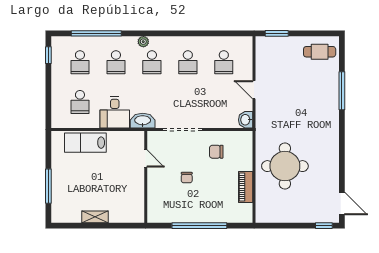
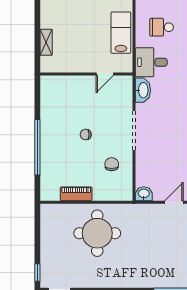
door: (146, 159) -> (105, 74), moved
wall: (146, 177) -> (86, 74), moved

